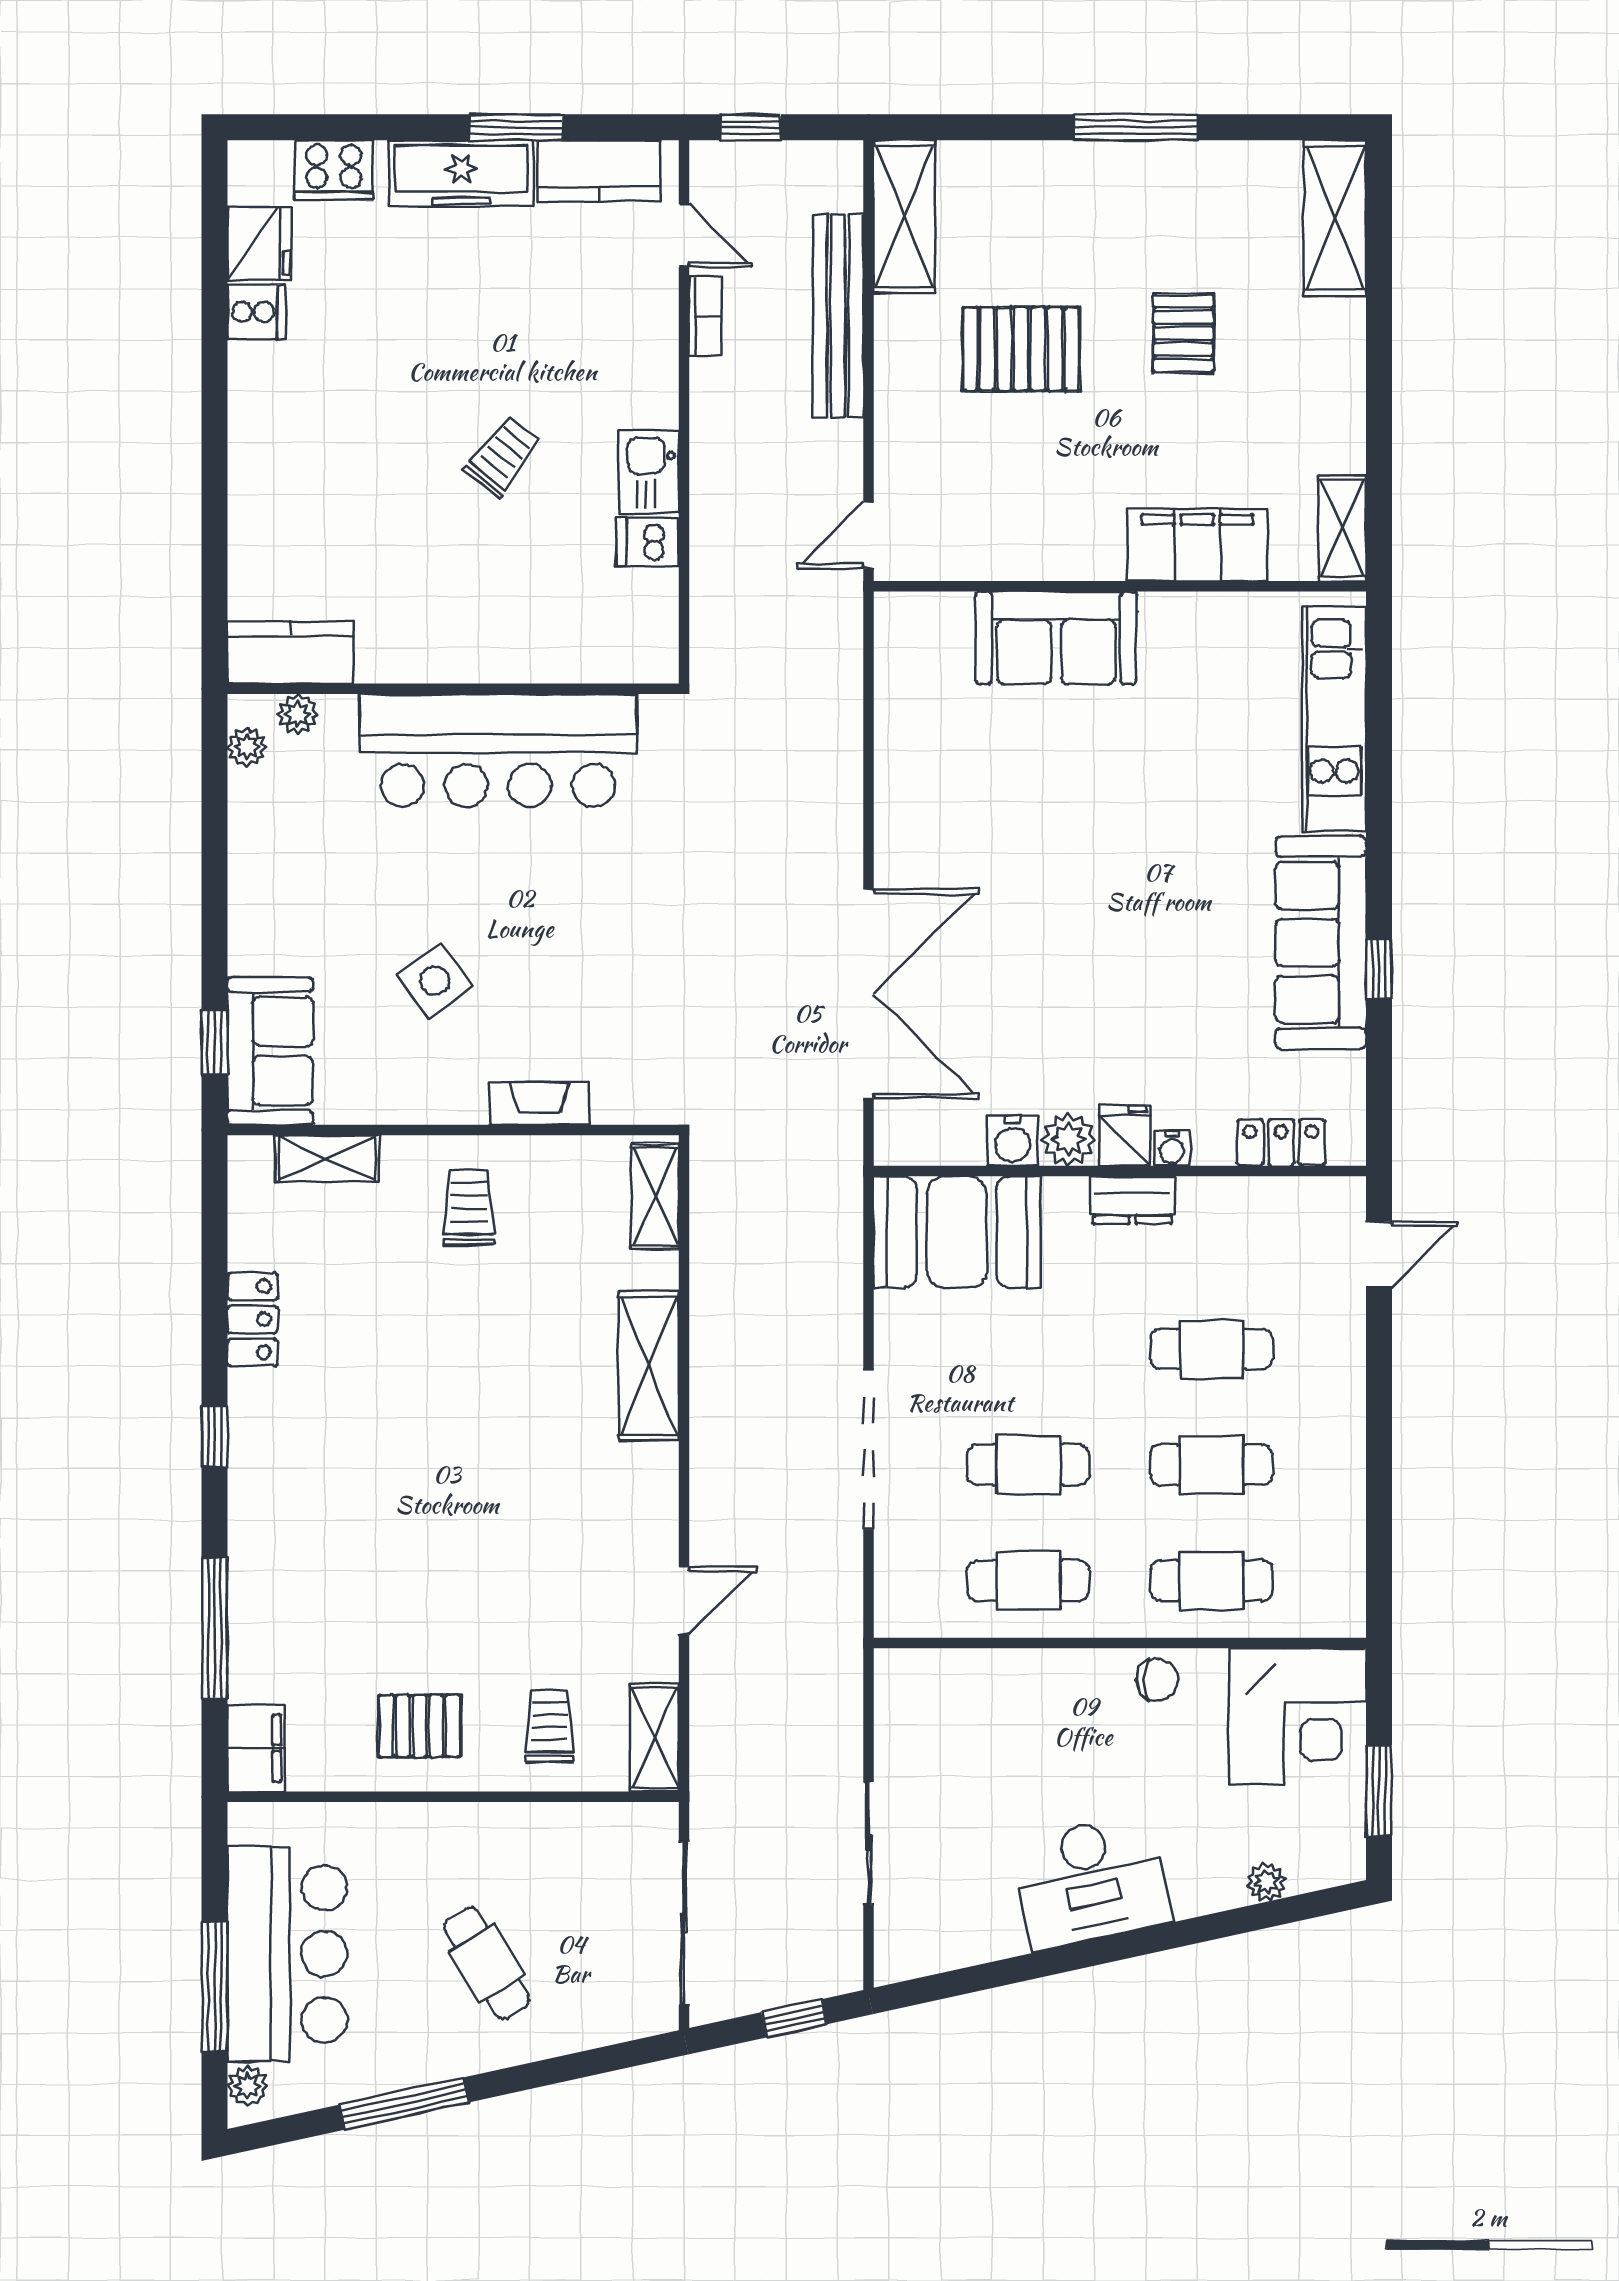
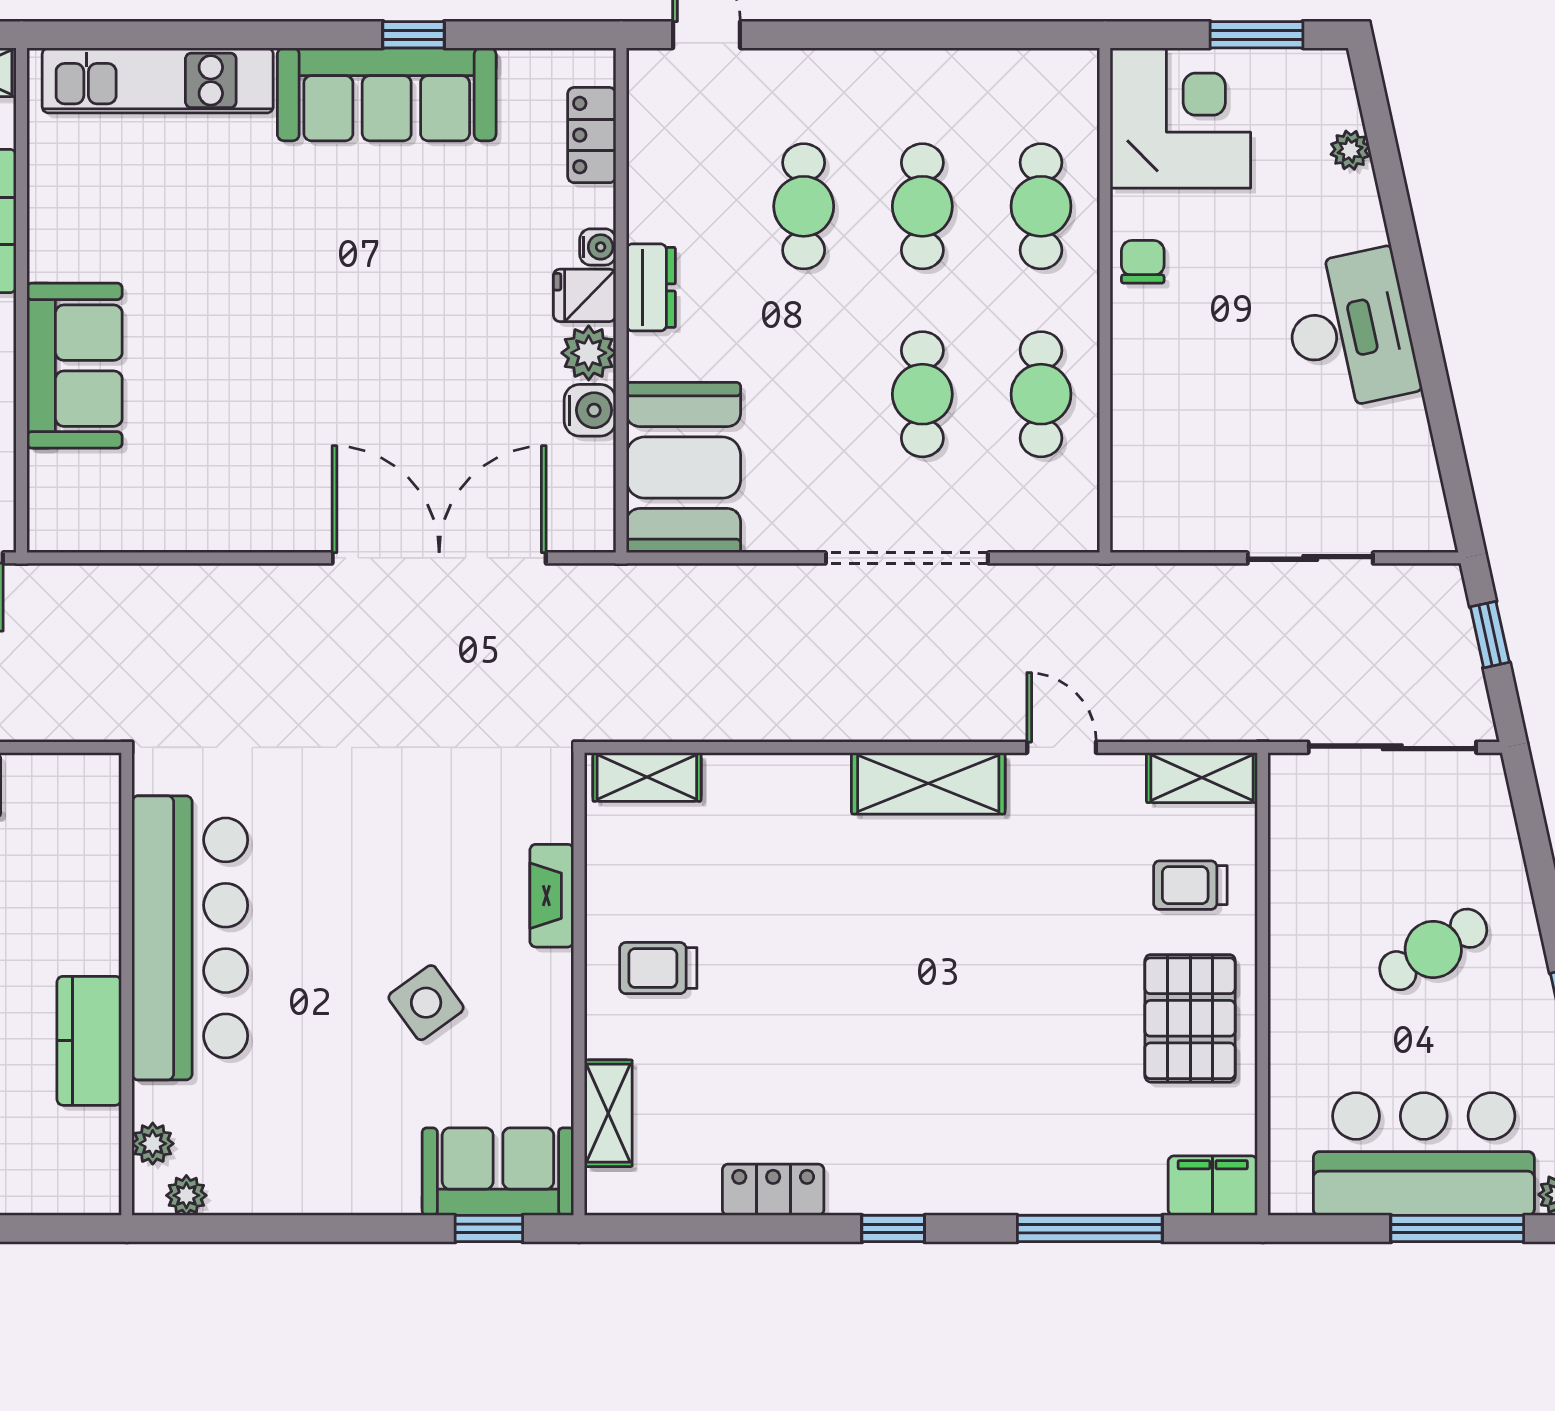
kitchen counter: (290, 652) -> (89, 1041), moved
shelving: (649, 1366) -> (928, 783), moved
pallet: (420, 1726) -> (1190, 1018), width x1.50, depth x1.42

